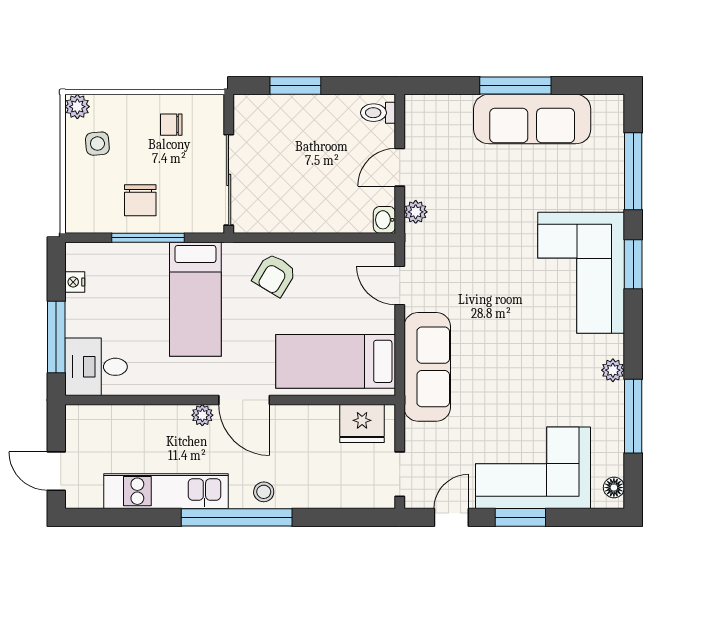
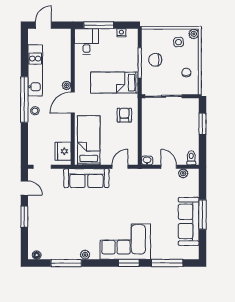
plant: (416, 212) -> (183, 173), moved
armchair: (274, 275) -> (124, 115), turned 59
corner sofa: (533, 468) -> (45, 222), removed

